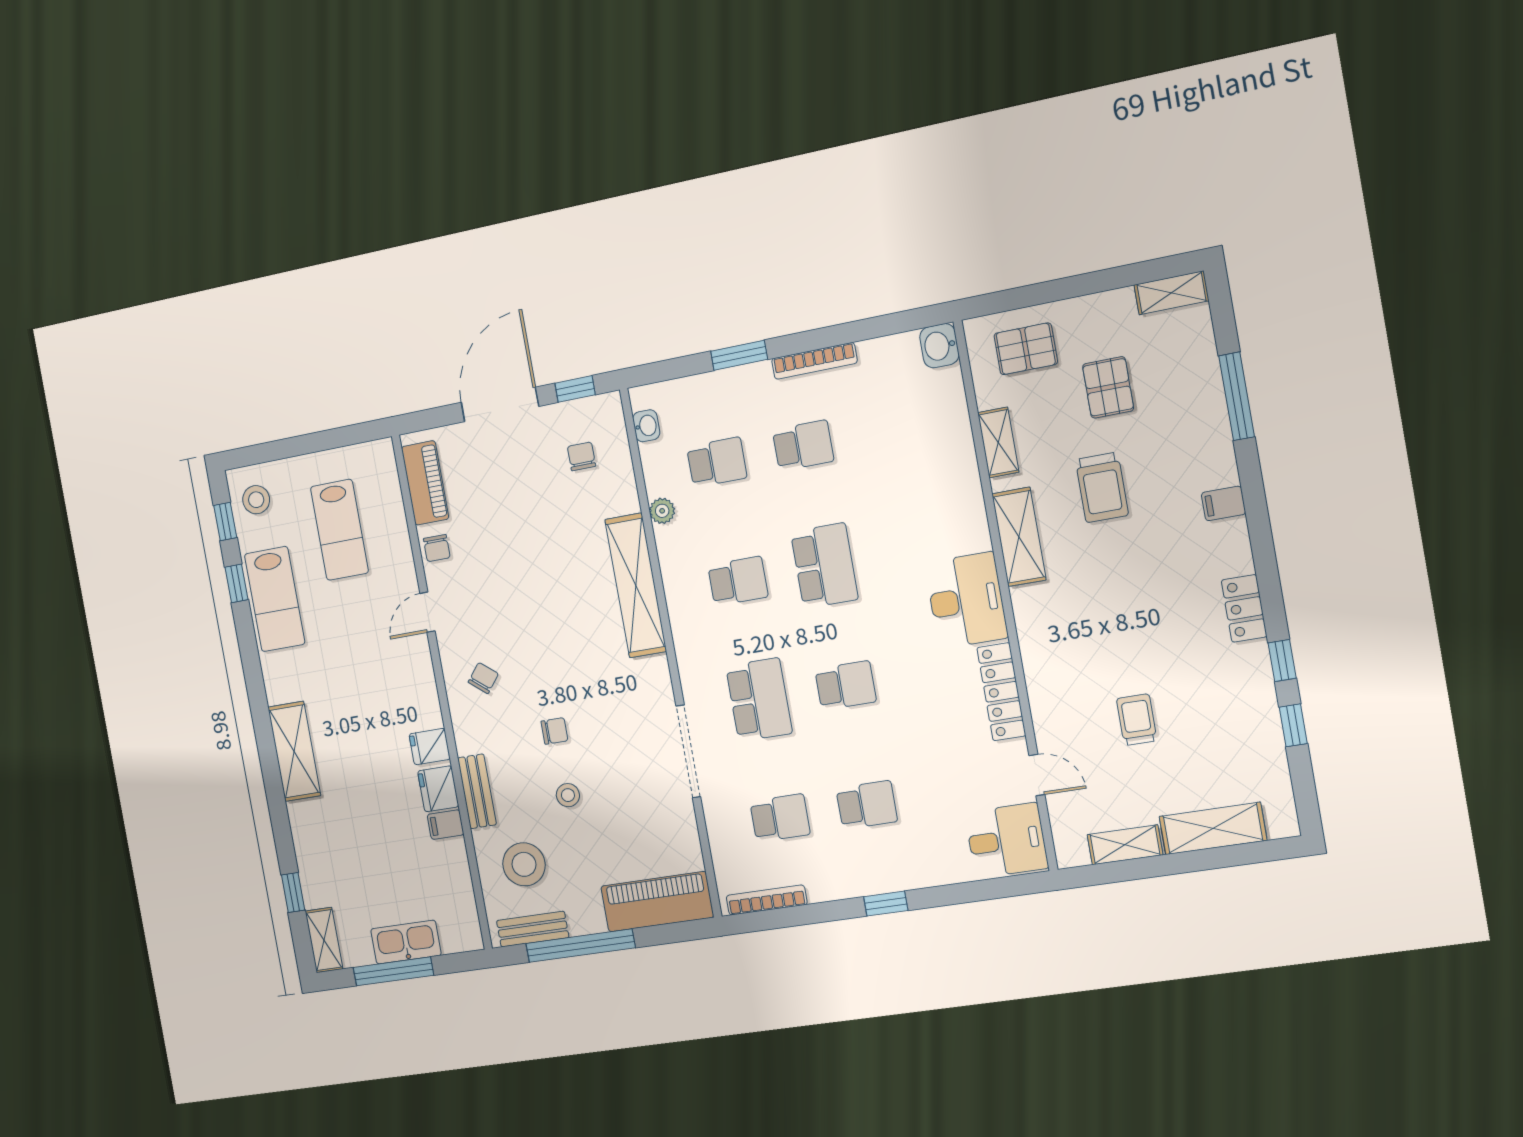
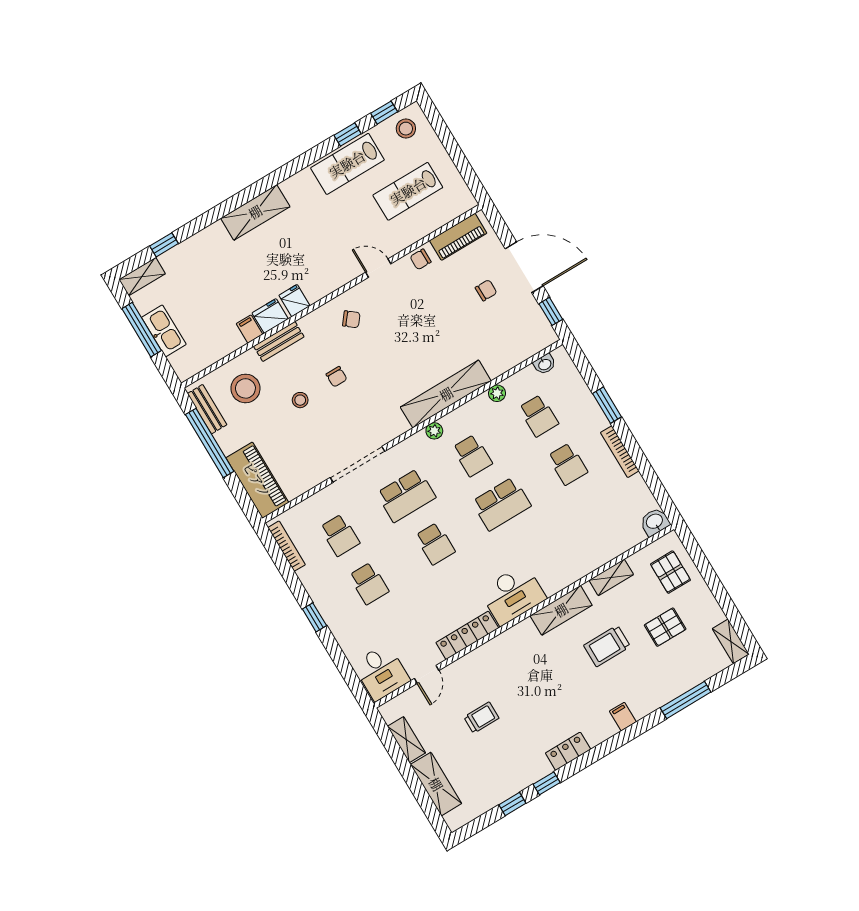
chair: (581, 456) -> (486, 290), moved
plant: (682, 622) -> (434, 431), added

